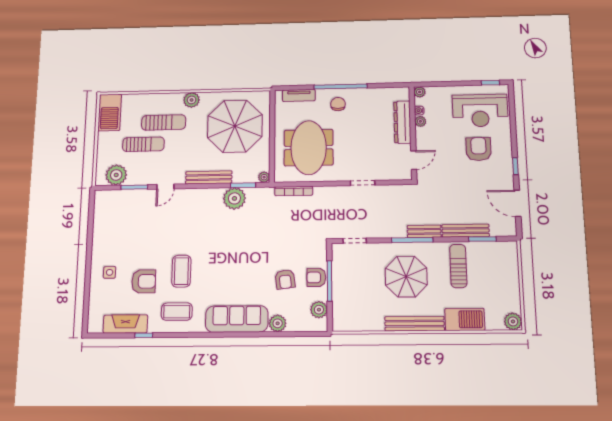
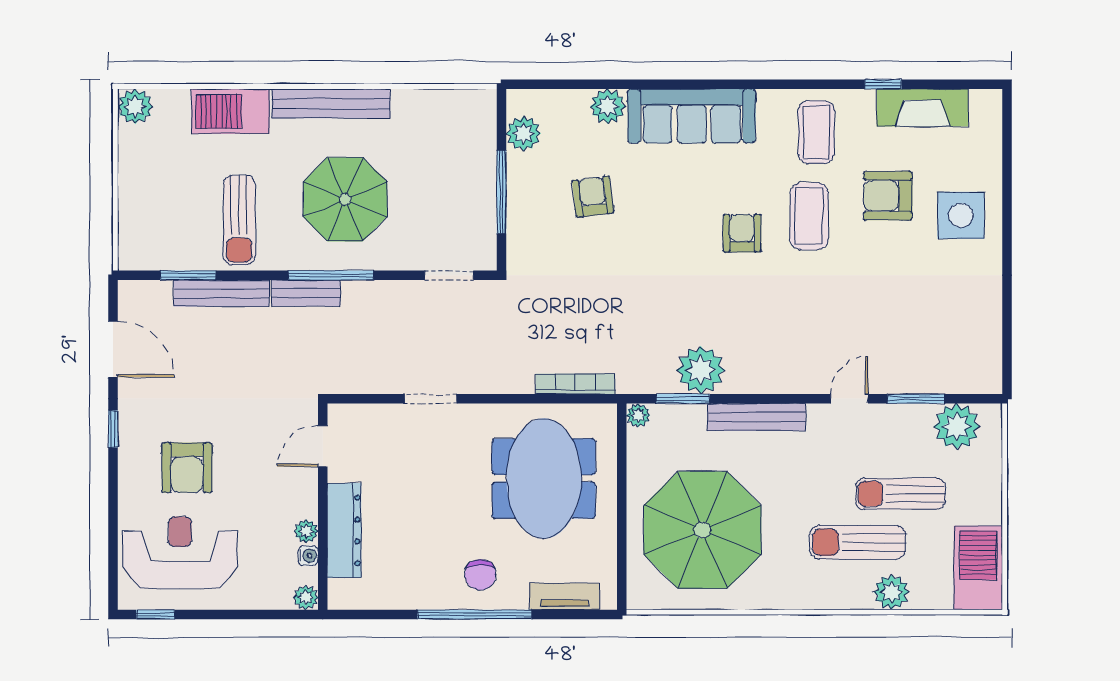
plant: (192, 100) -> (891, 592), moved
side table: (110, 272) -> (961, 215), width x1.87, depth x1.87
armchair: (316, 277) -> (742, 233), moved, turned -90
coffee table: (177, 312) -> (816, 132), turned 90

